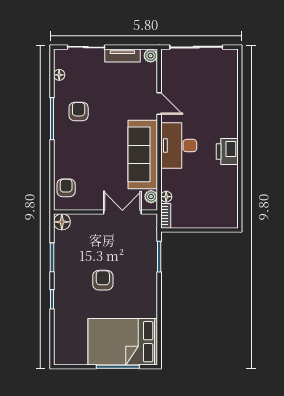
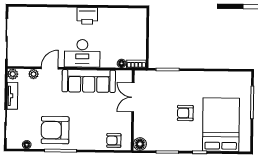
armchair: (79, 111) -> (55, 130), width x1.88, depth x1.88
plant: (151, 197) -> (34, 74), moved
bed: (123, 342) -> (221, 125), moved, turned 180

